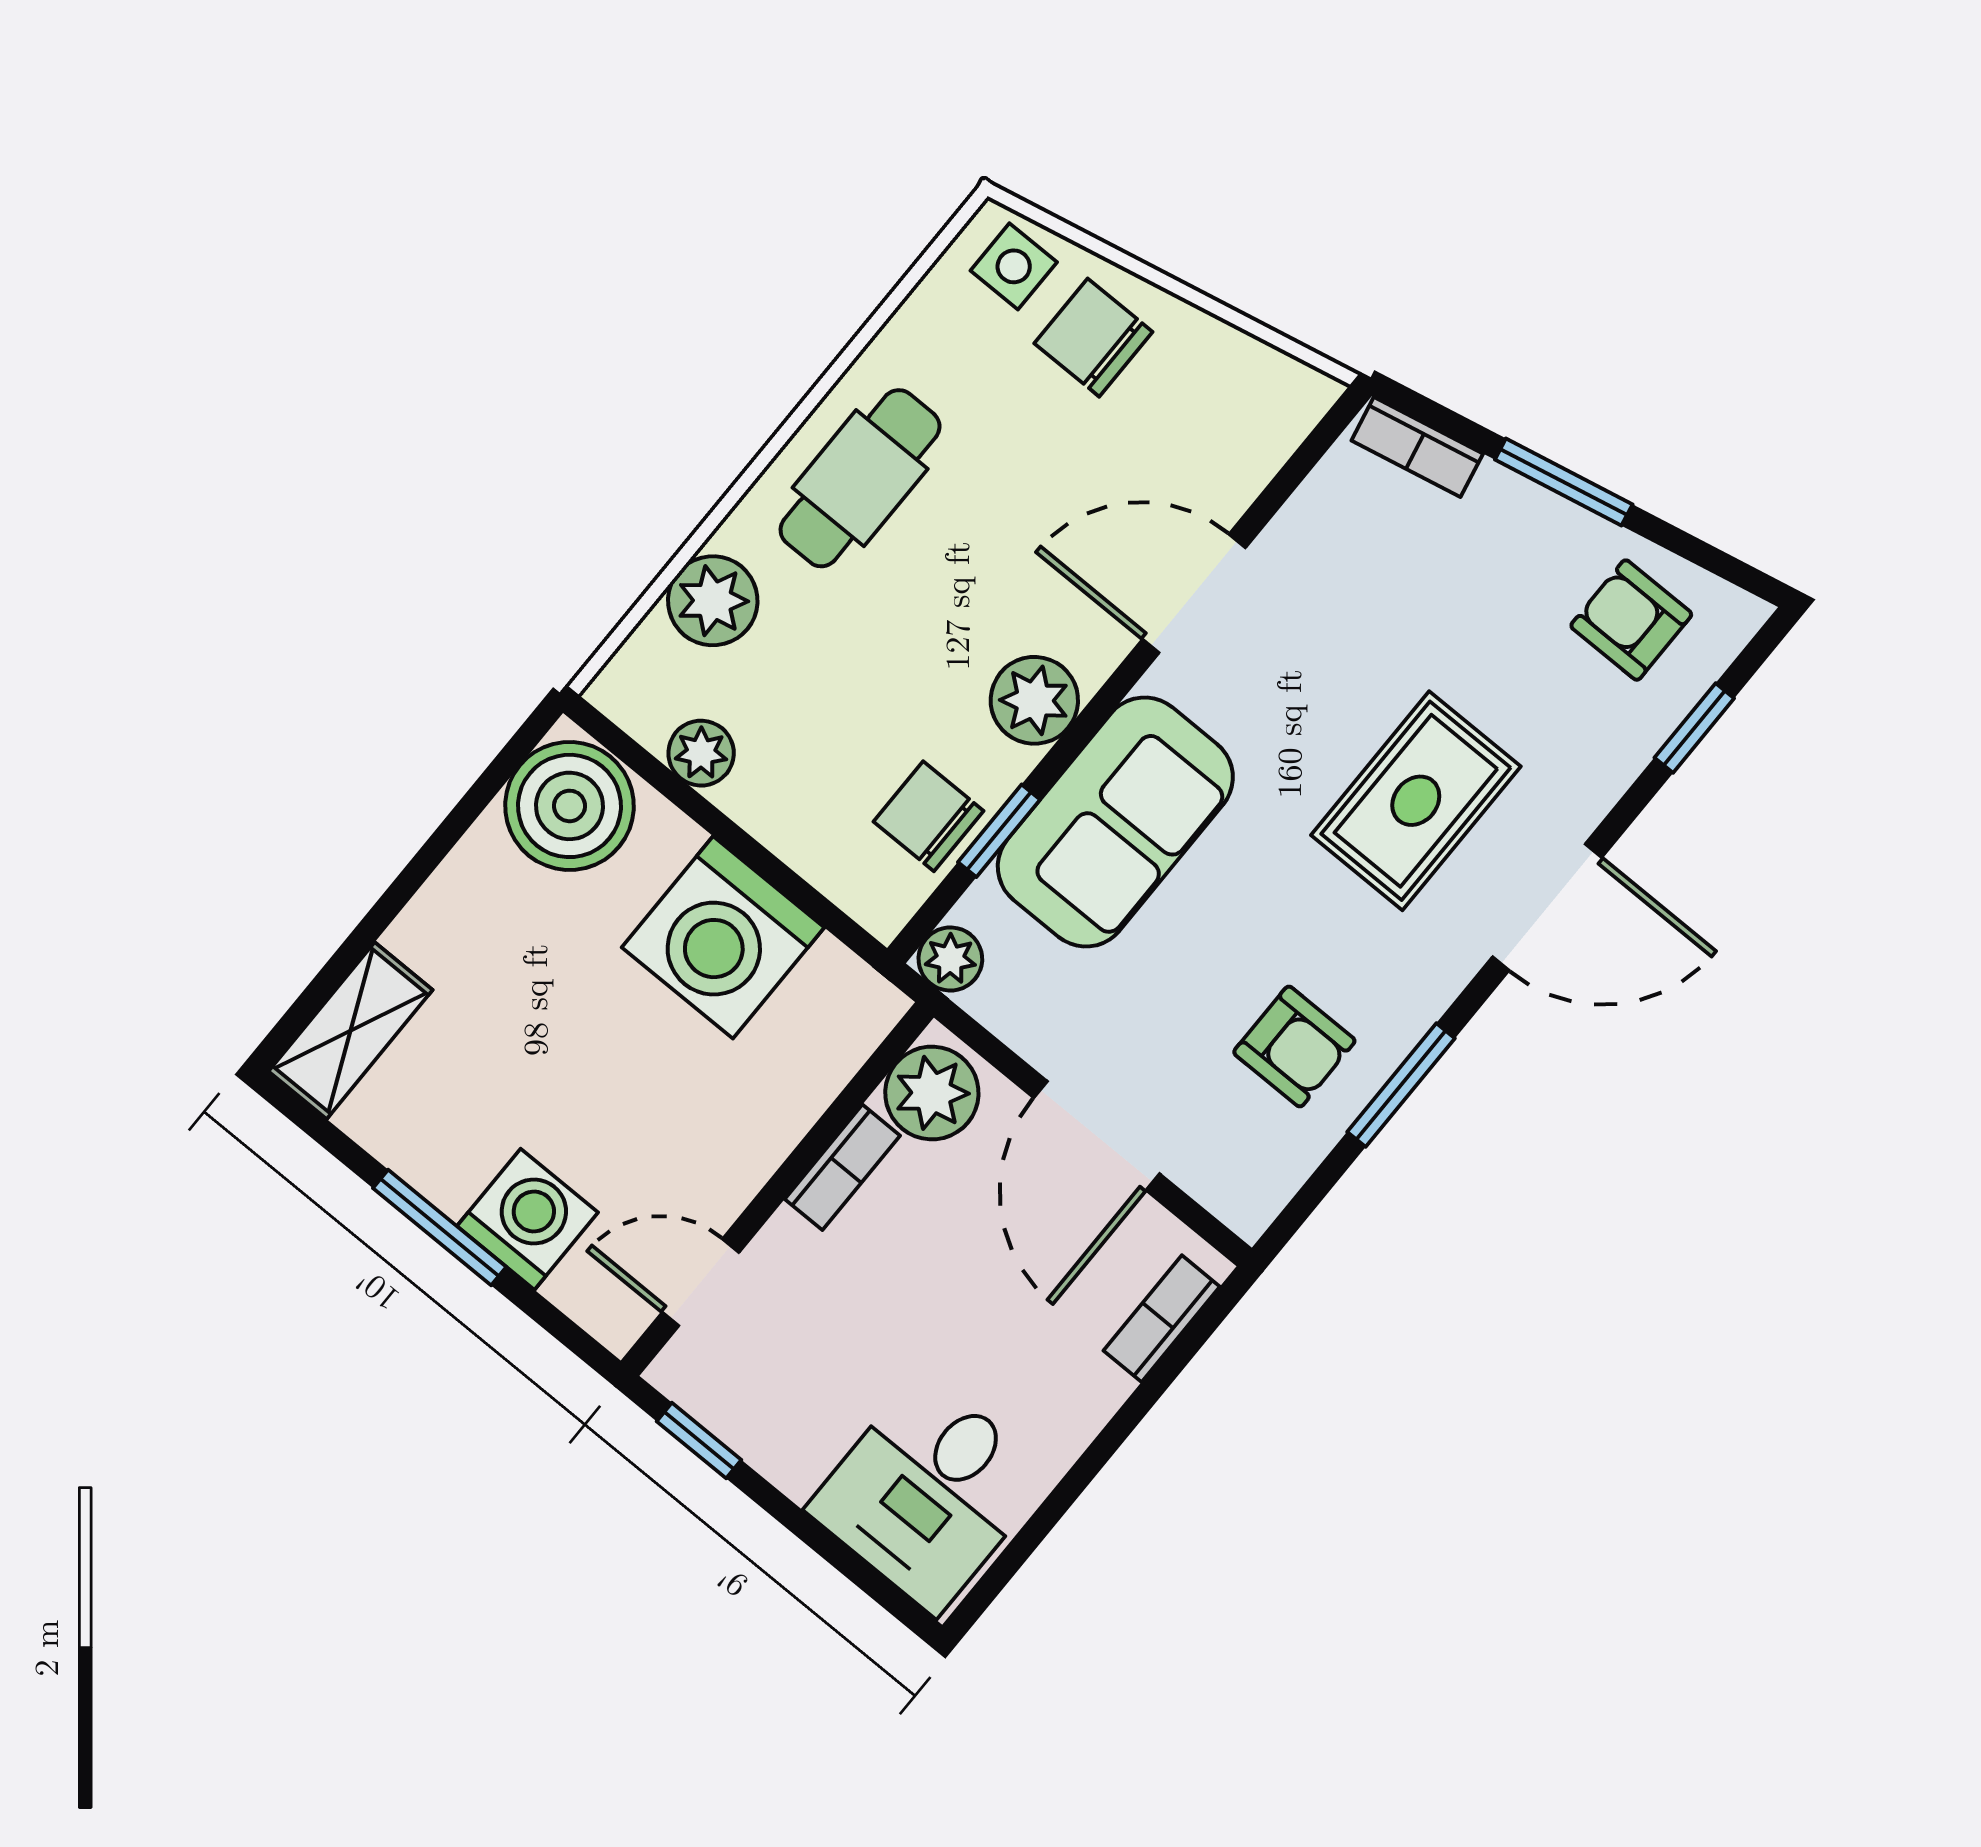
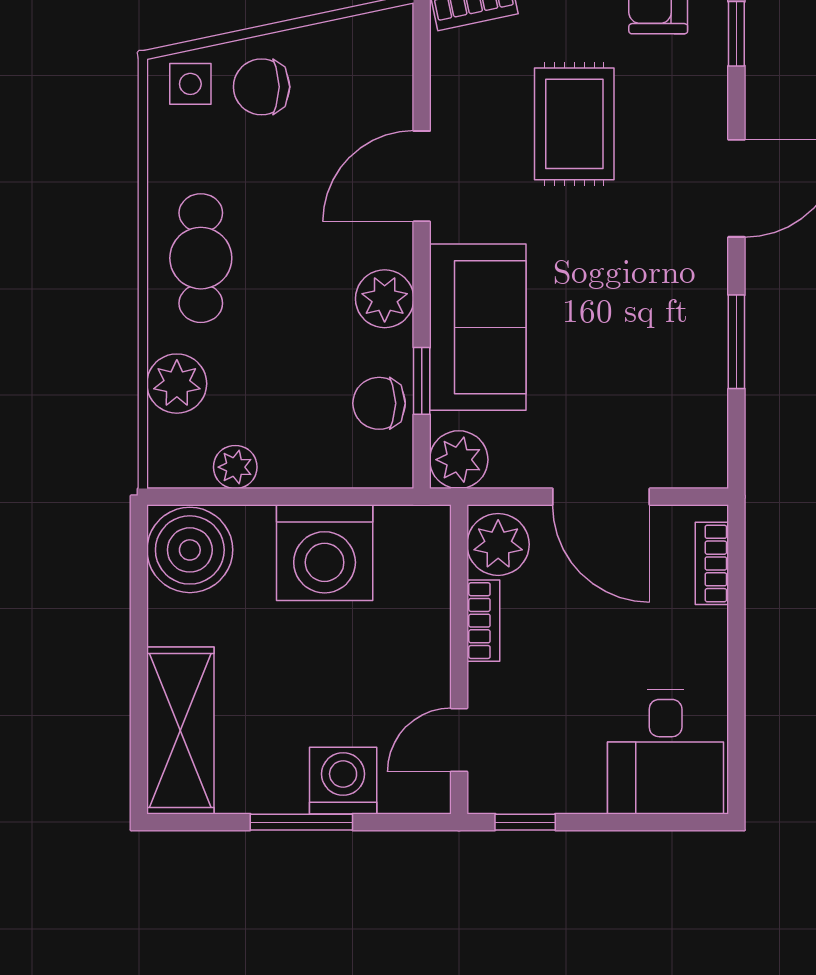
rug: (1416, 801) -> (574, 124), moved
plant: (950, 959) -> (459, 460), width x1.38, depth x1.38
shelving: (351, 1031) -> (180, 730), width x1.50, depth x1.33
armchair: (1294, 1047) -> (665, 367), removed

